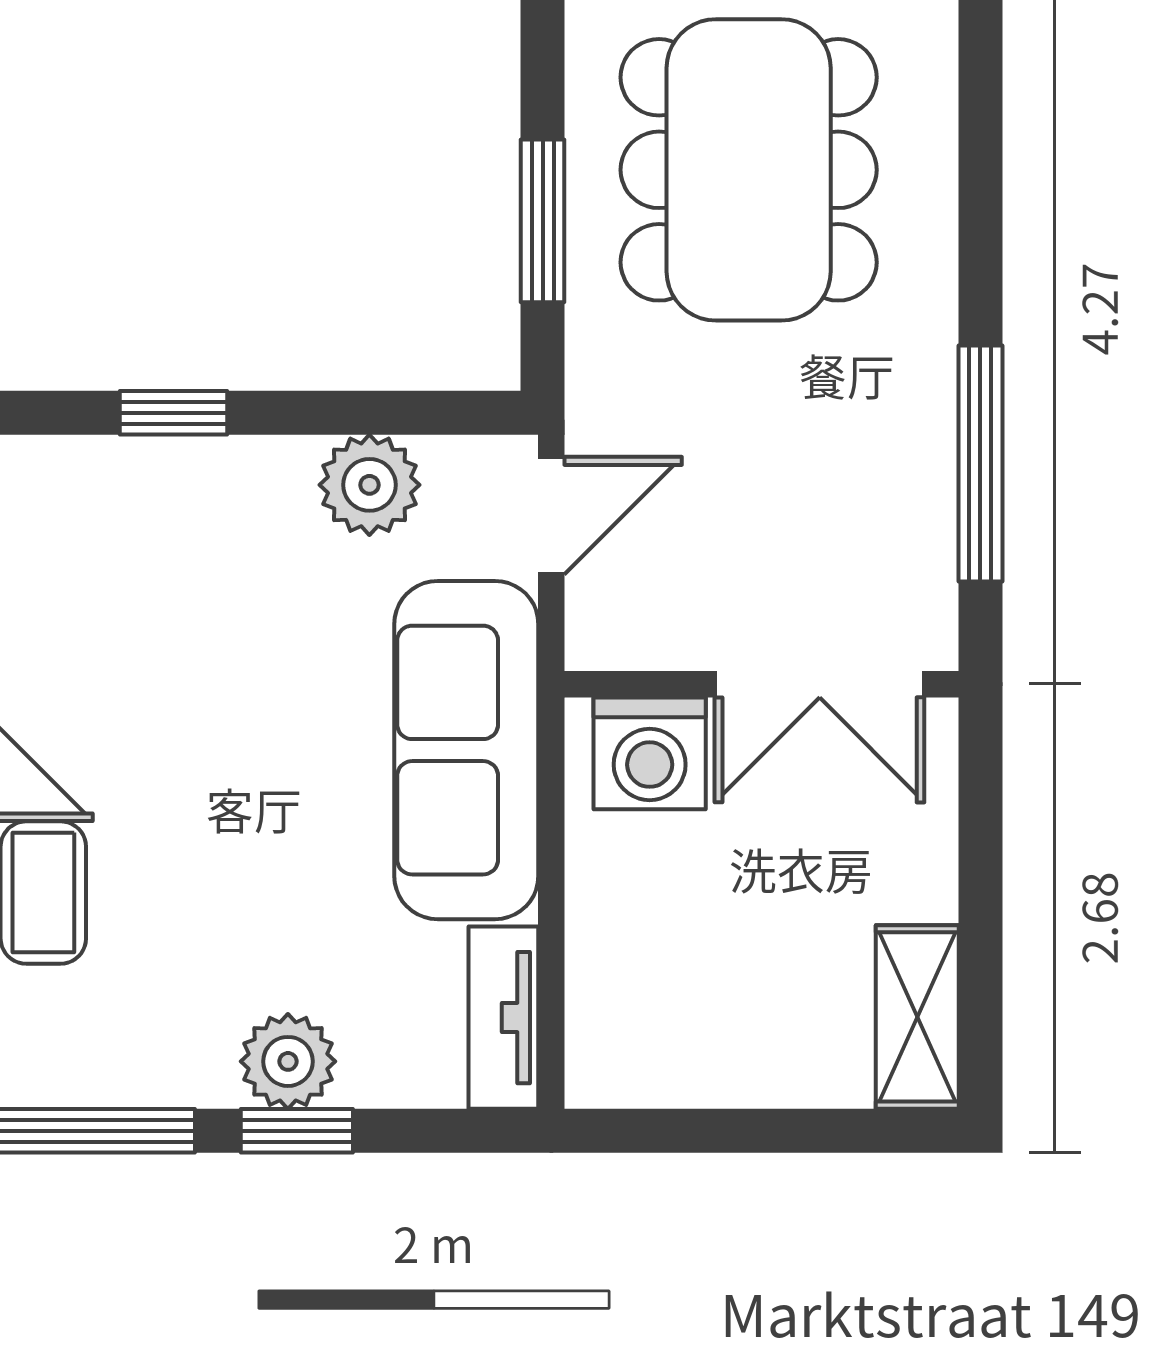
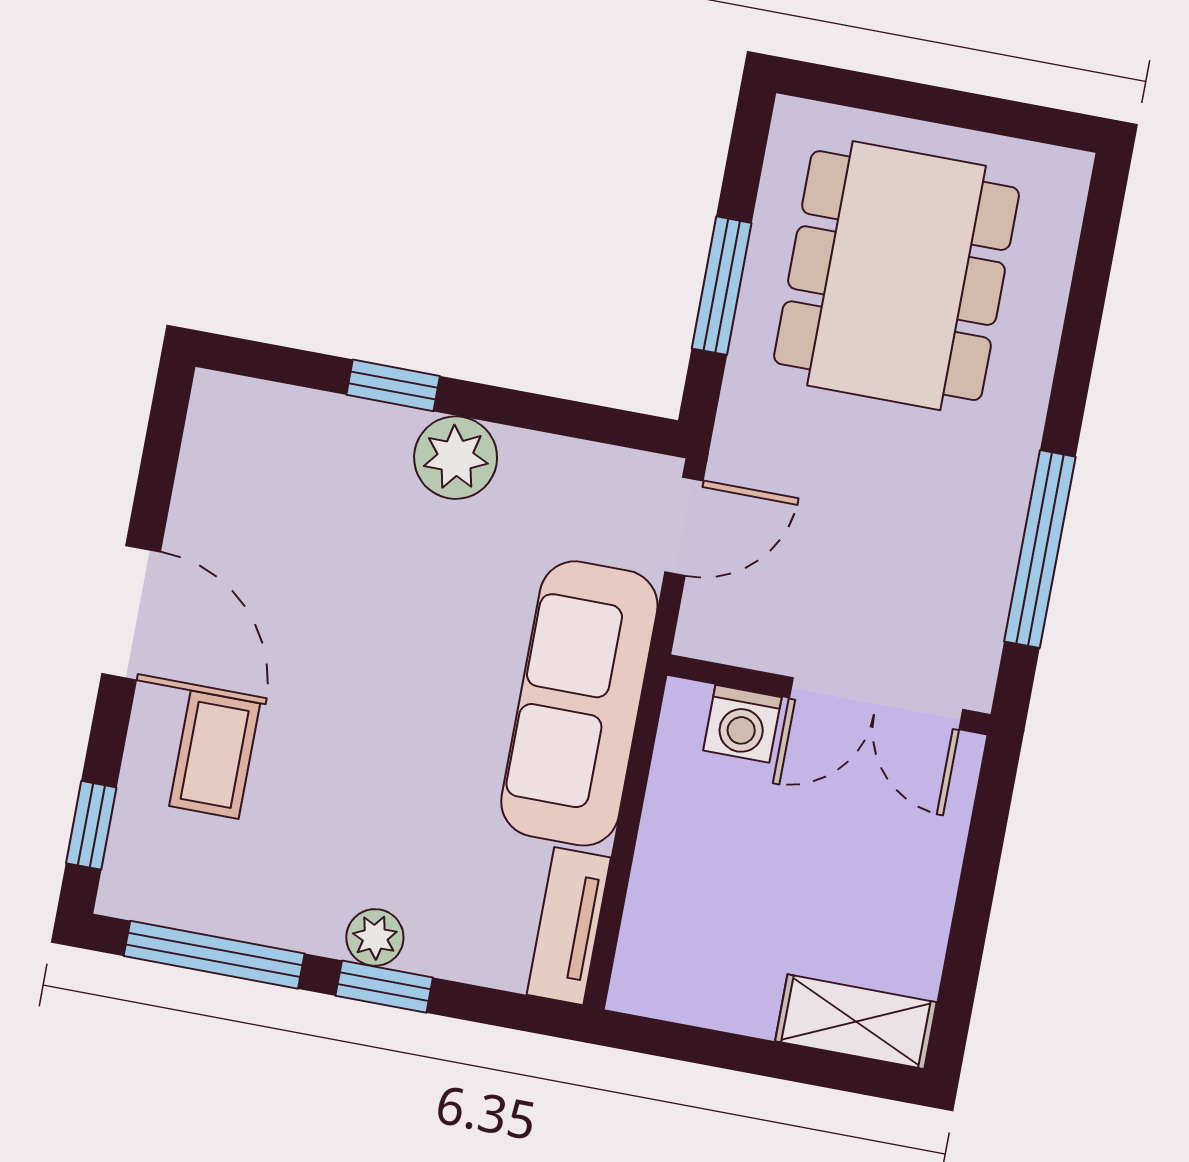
plant: (369, 485) -> (456, 458), moved
washing machine: (650, 753) -> (742, 724), width x0.73, depth x0.73
shelving: (917, 1017) -> (856, 1022), moved, turned 90
plant: (288, 1061) -> (375, 937), width x0.73, depth x0.73

